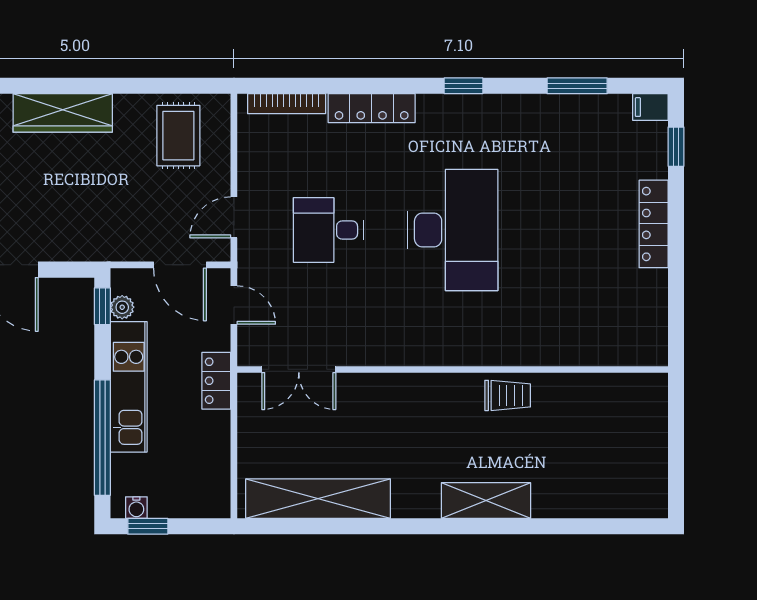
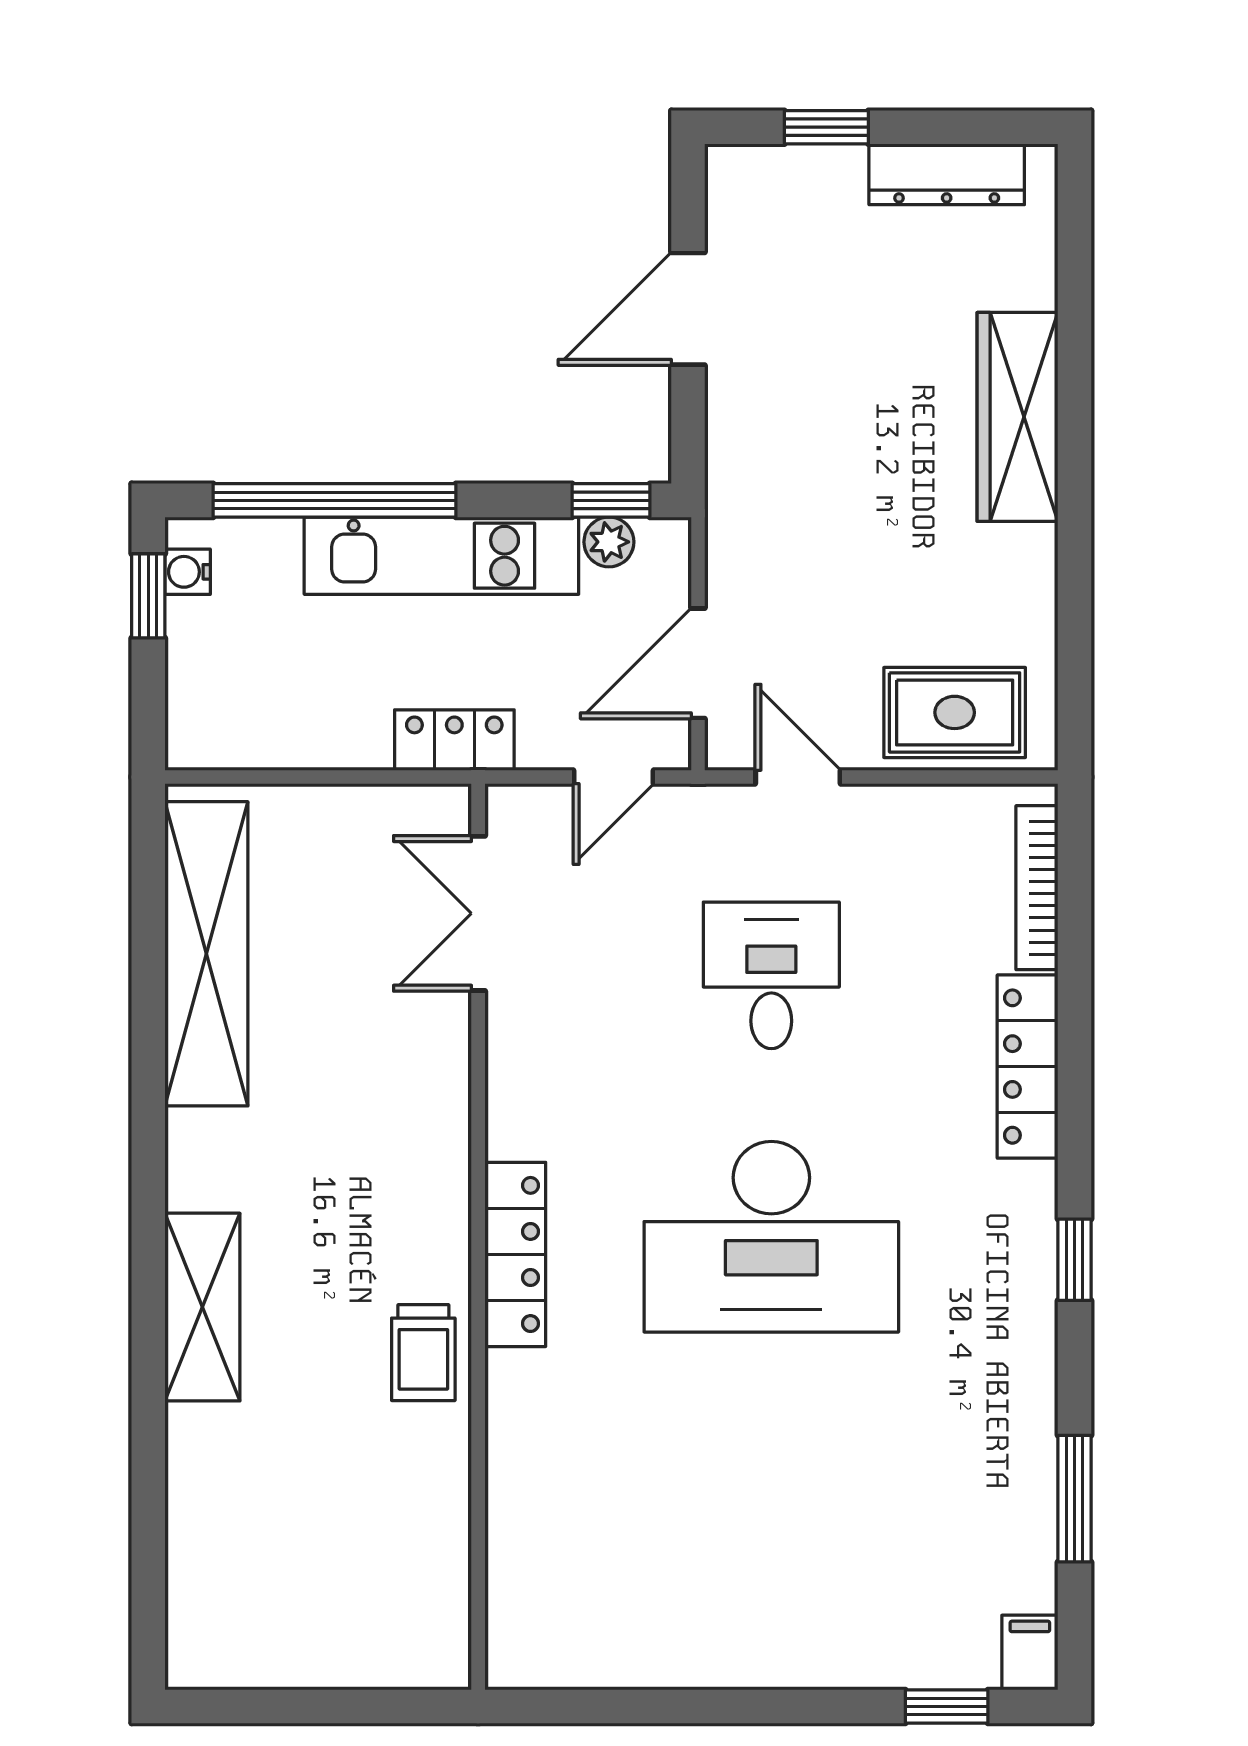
rug: (178, 136) -> (955, 712), moved
locker: (654, 224) -> (515, 1254), moved, turned 90

